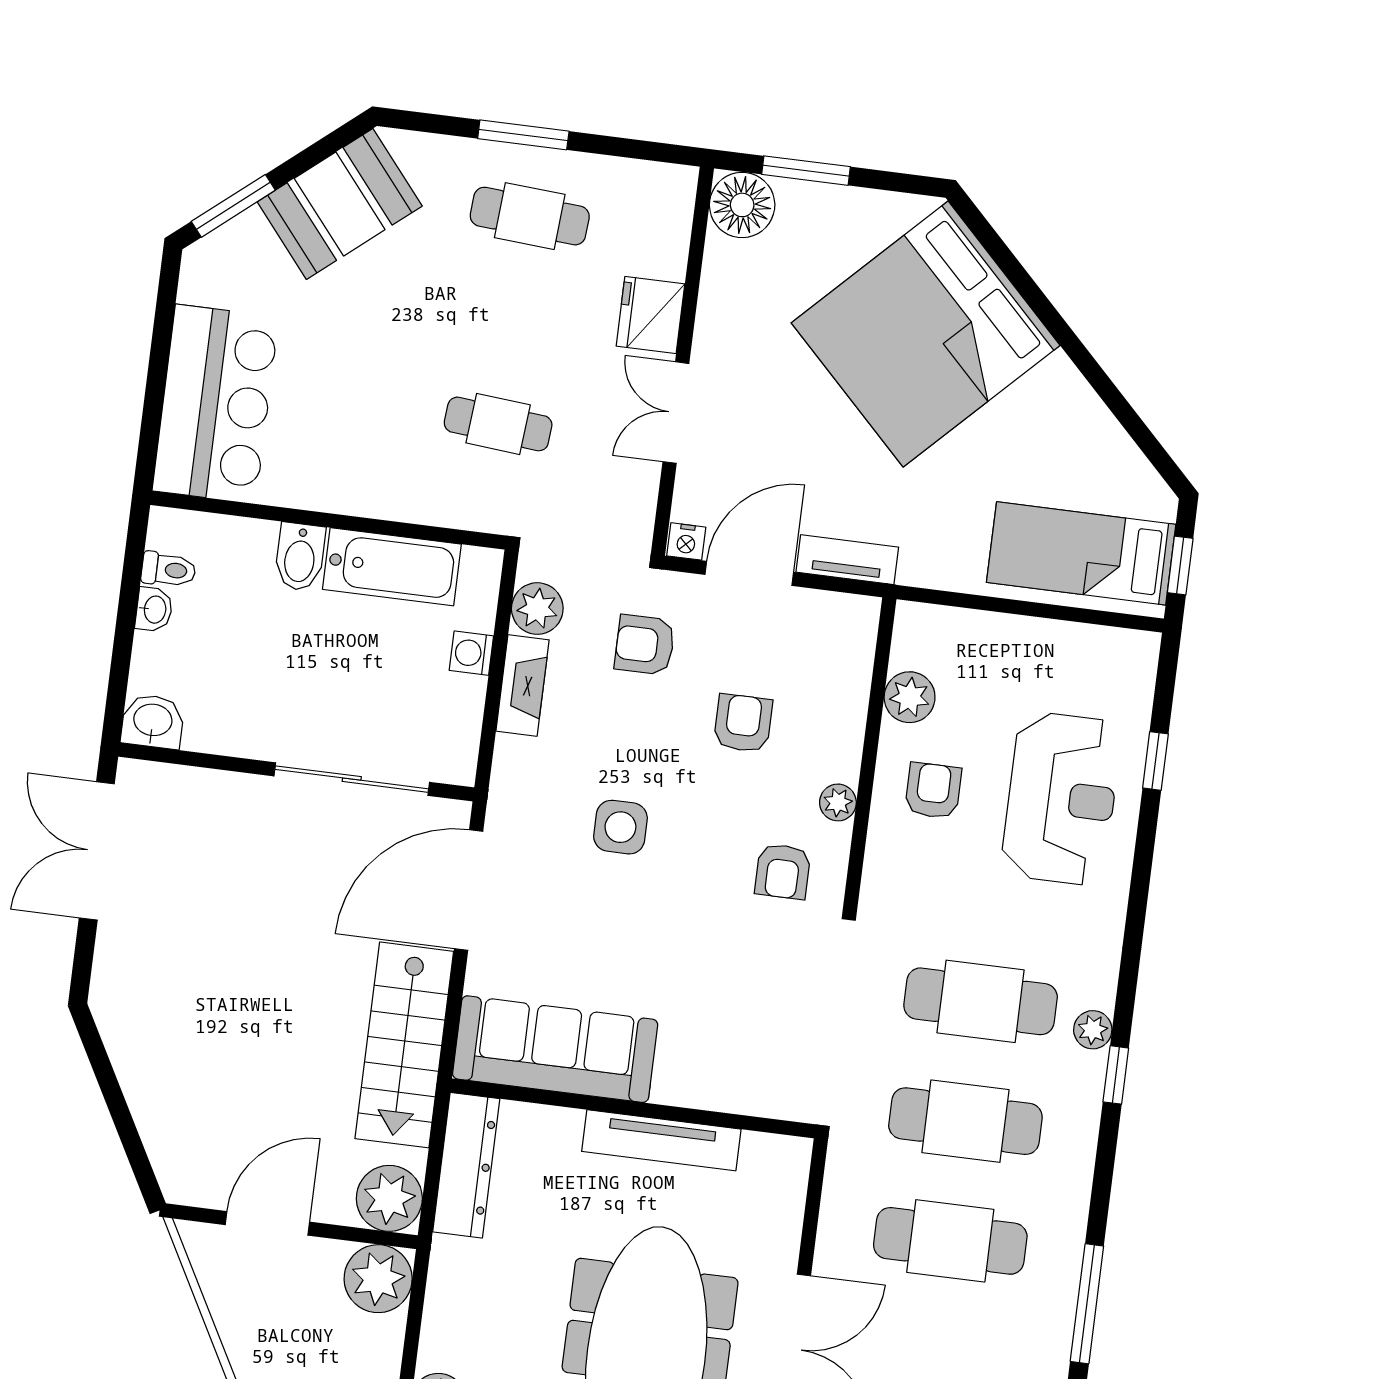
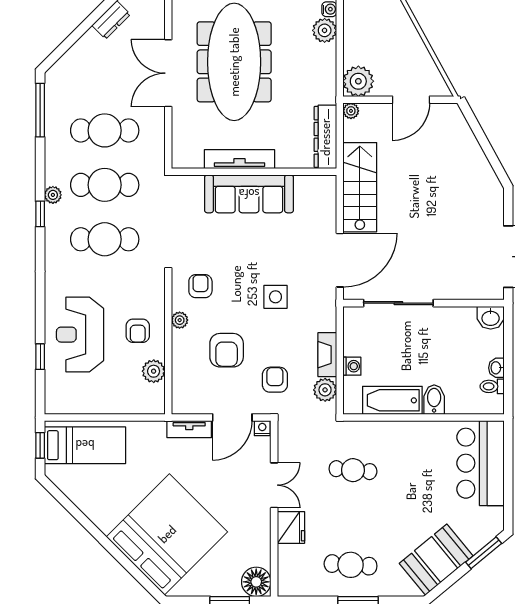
armchair: (645, 645) -> (275, 380), turned -90
armchair: (743, 723) -> (227, 350), width x1.38, depth x1.38
plant: (1093, 1030) -> (53, 195), moved
sofa: (555, 1049) -> (249, 194), moved
plant: (389, 1198) -> (351, 111), width x0.53, depth x0.53

